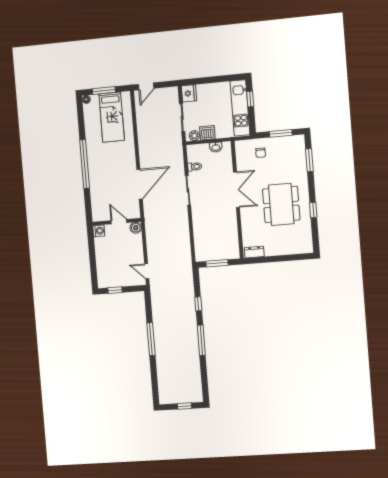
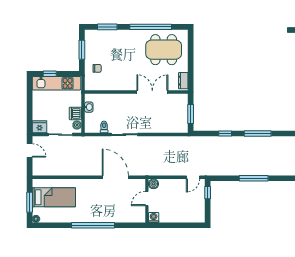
door: (146, 86) -> (30, 150), moved
double door: (236, 190) -> (152, 92), moved
dining table: (281, 204) -> (164, 50), moved
window: (313, 210) -> (151, 27), width x3.17
window: (115, 290) -> (208, 193), moved

